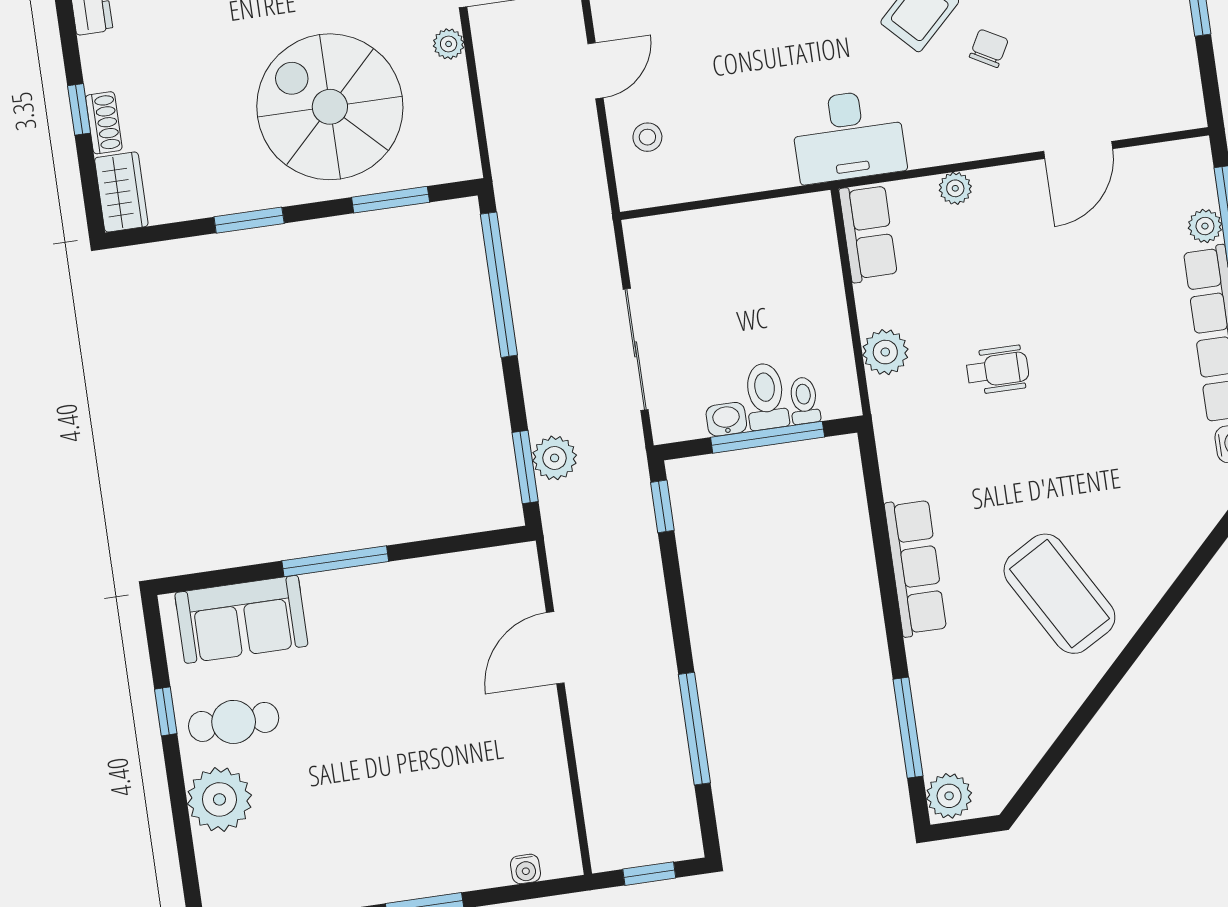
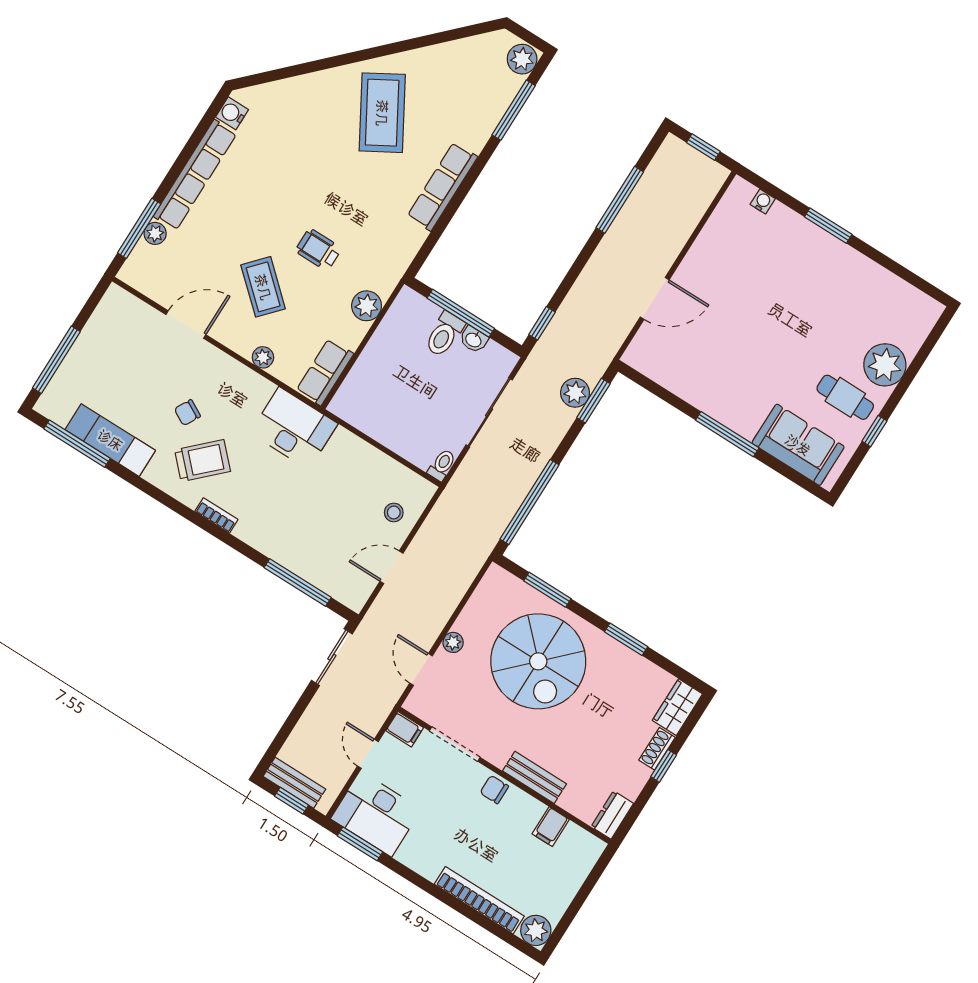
coffee table: (1025, 271) -> (263, 287), added
toilet: (804, 400) -> (442, 465), moved, turned 180

